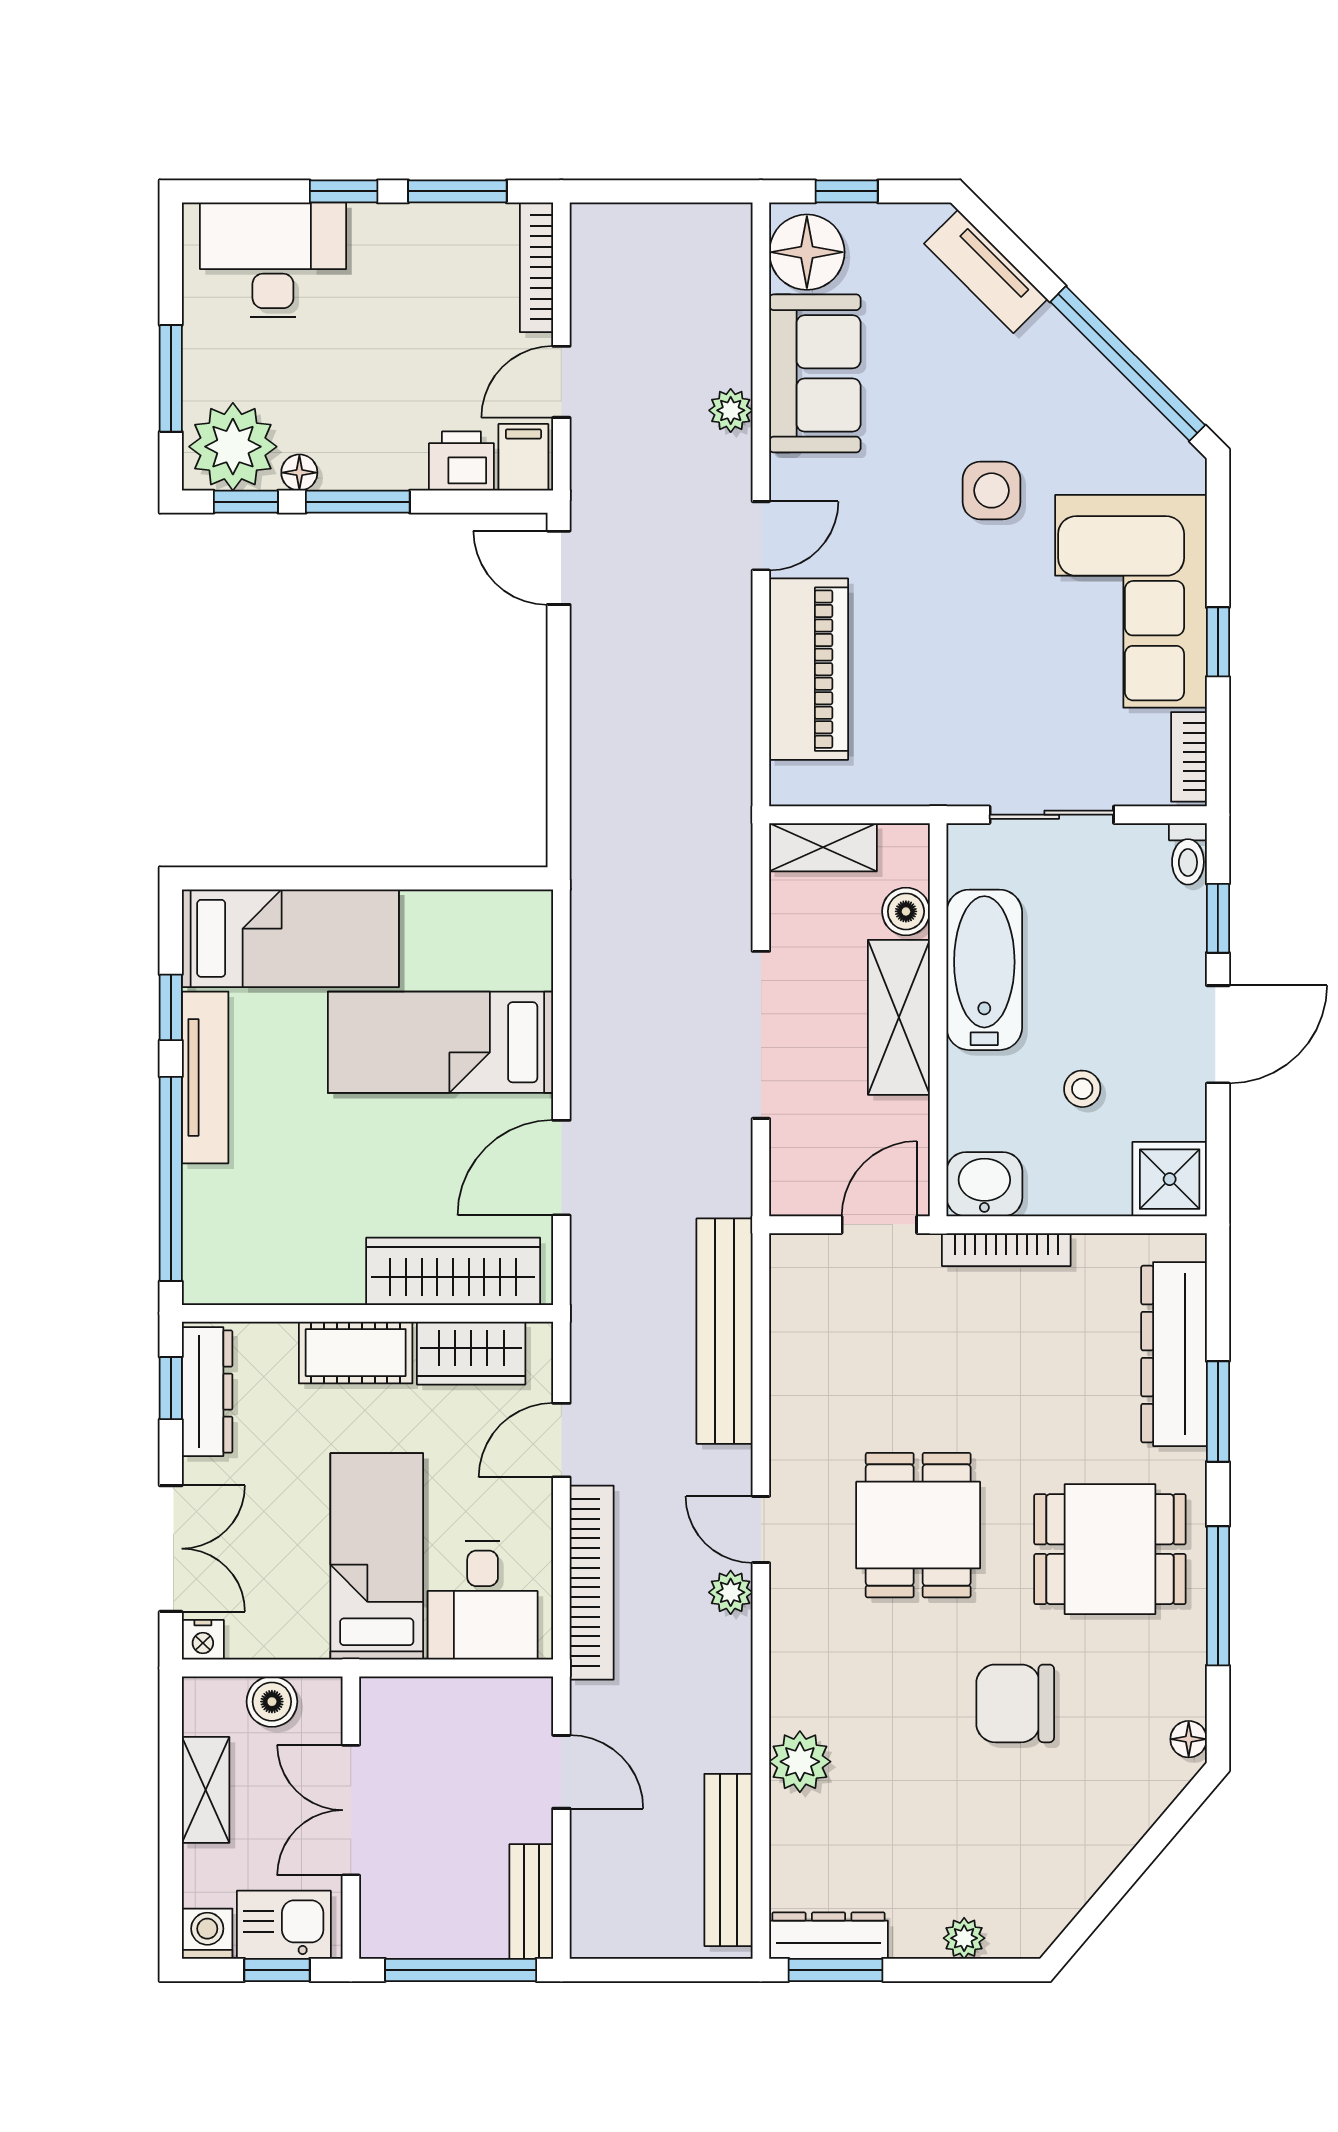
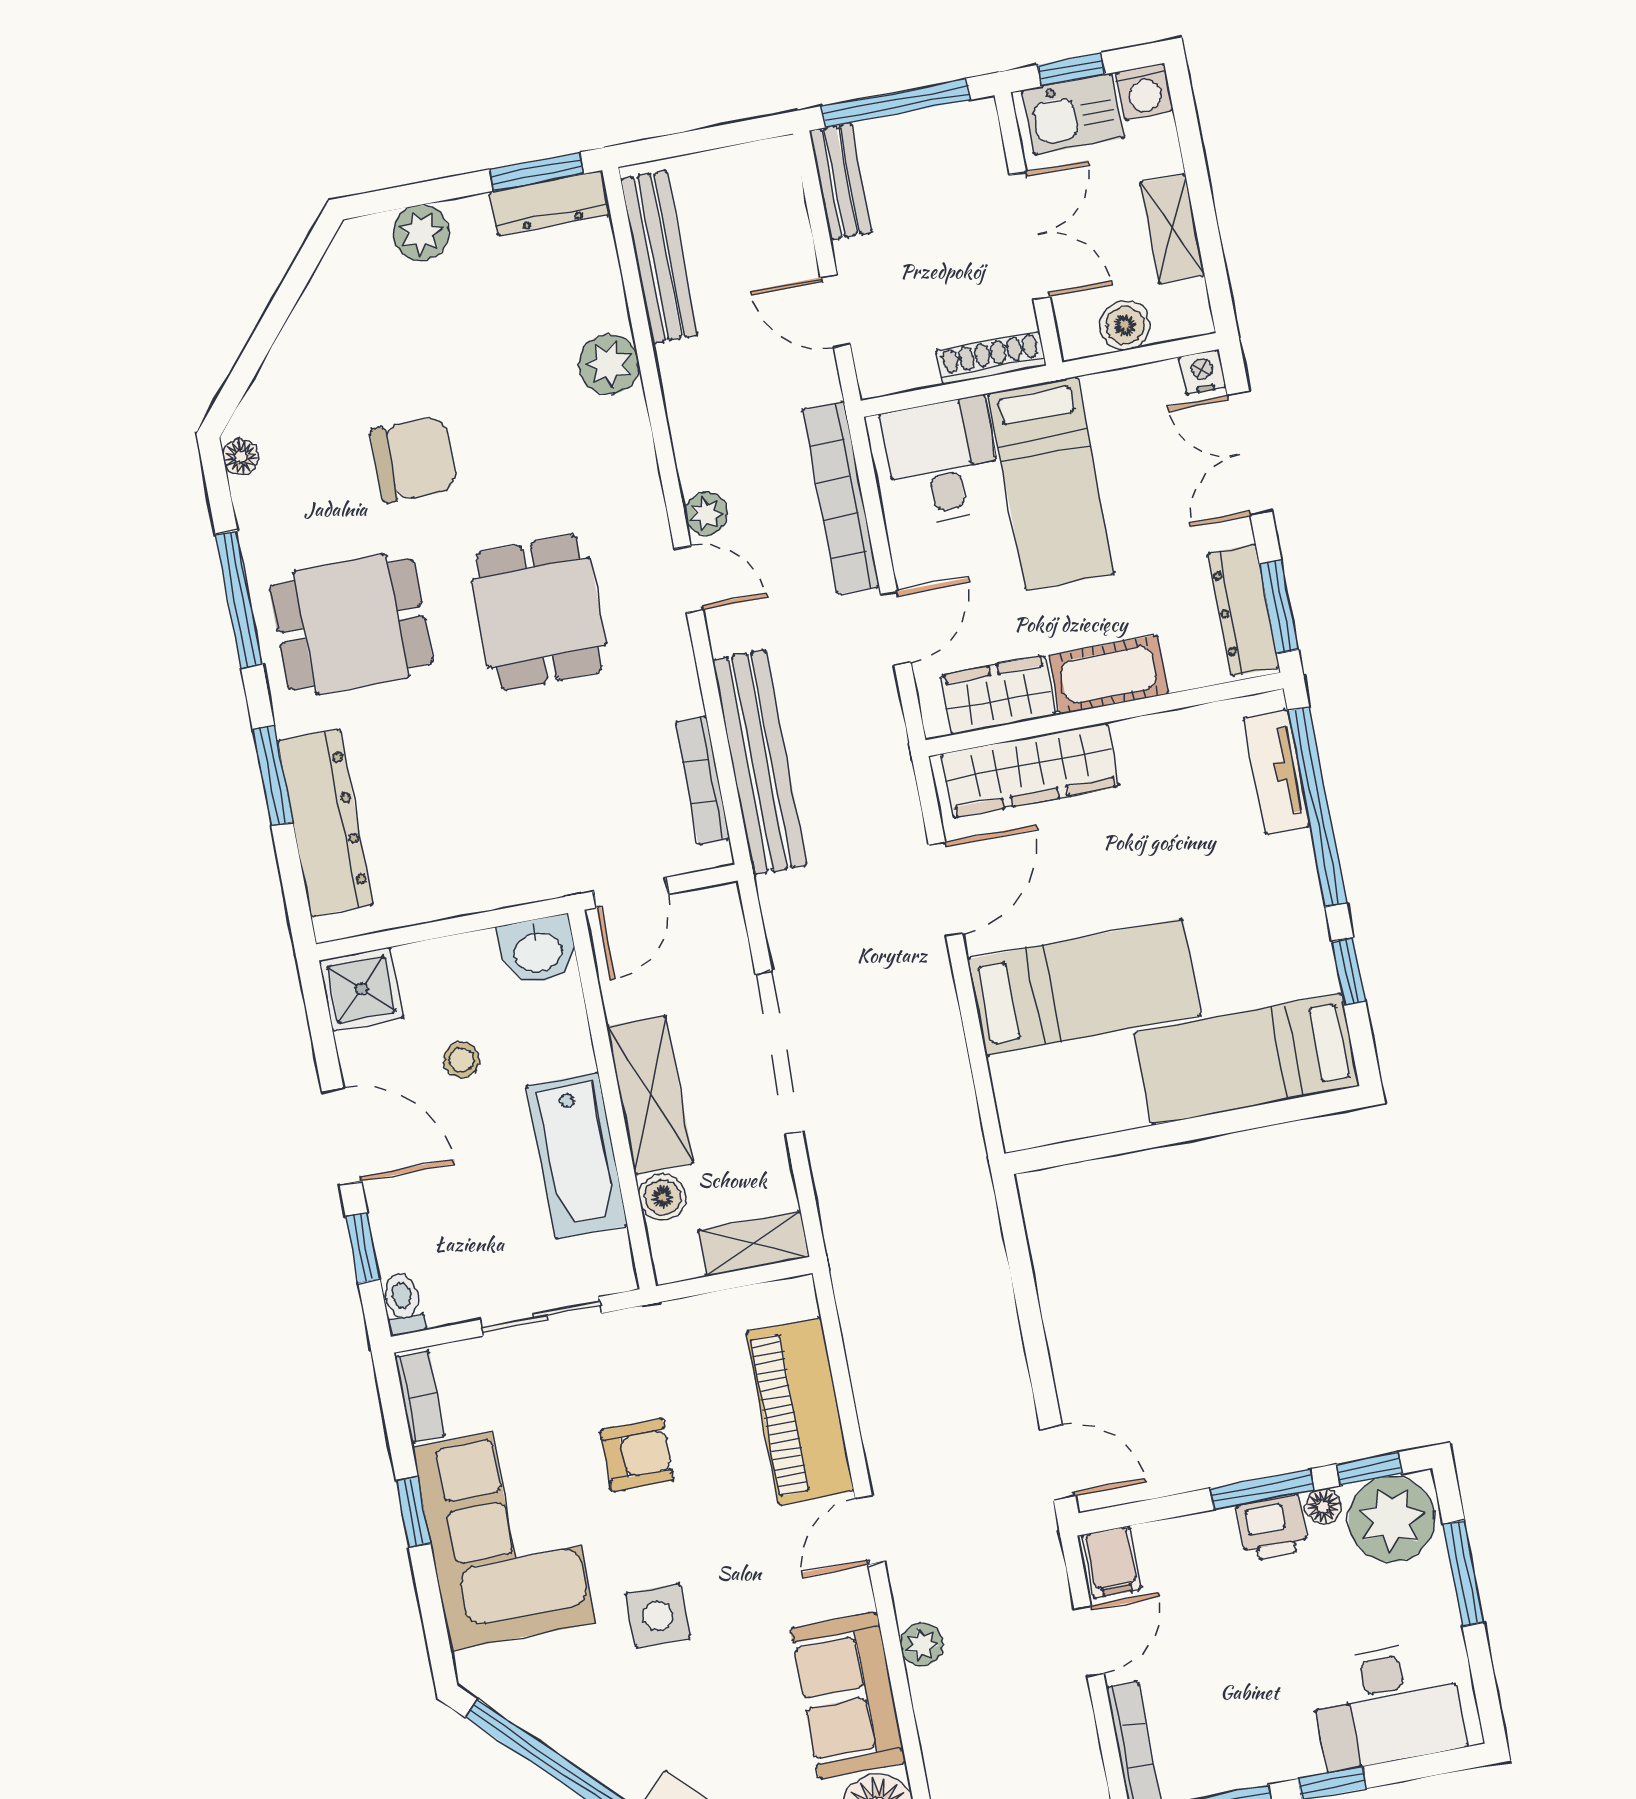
printer: (461, 461) -> (1273, 1528), moved
armchair: (981, 656) -> (637, 1455), added
door: (1218, 1034) -> (342, 1137), swing flipped
tv unit: (205, 1077) -> (1277, 772), moved, width x0.71
bookcase: (1006, 1250) -> (702, 781), moved, turned -90
window: (171, 1388) -> (1279, 607), width x1.50
shoe rack: (413, 1695) -> (991, 358), added
plant: (964, 1938) -> (421, 233), width x1.38, depth x1.38

